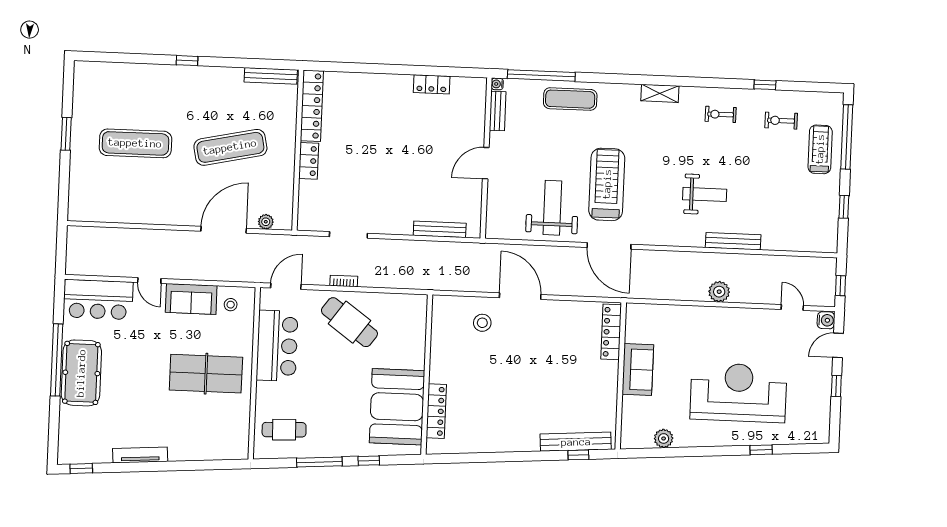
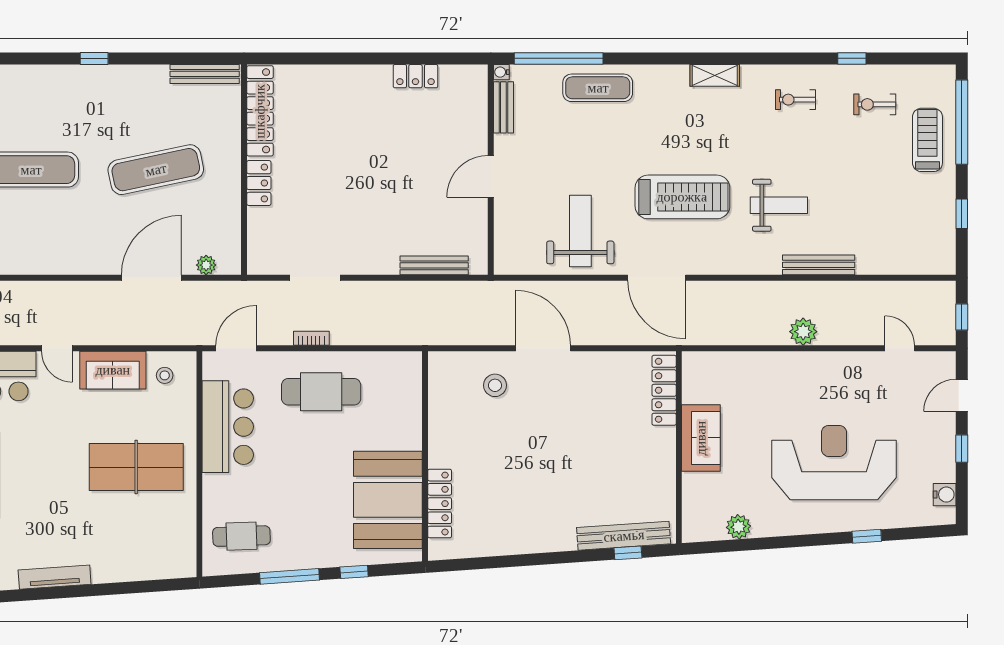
treadmill: (607, 184) -> (682, 197), moved, turned 90
water cooler: (826, 320) -> (945, 495), moved
cafe table: (349, 322) -> (321, 392), turned -36

